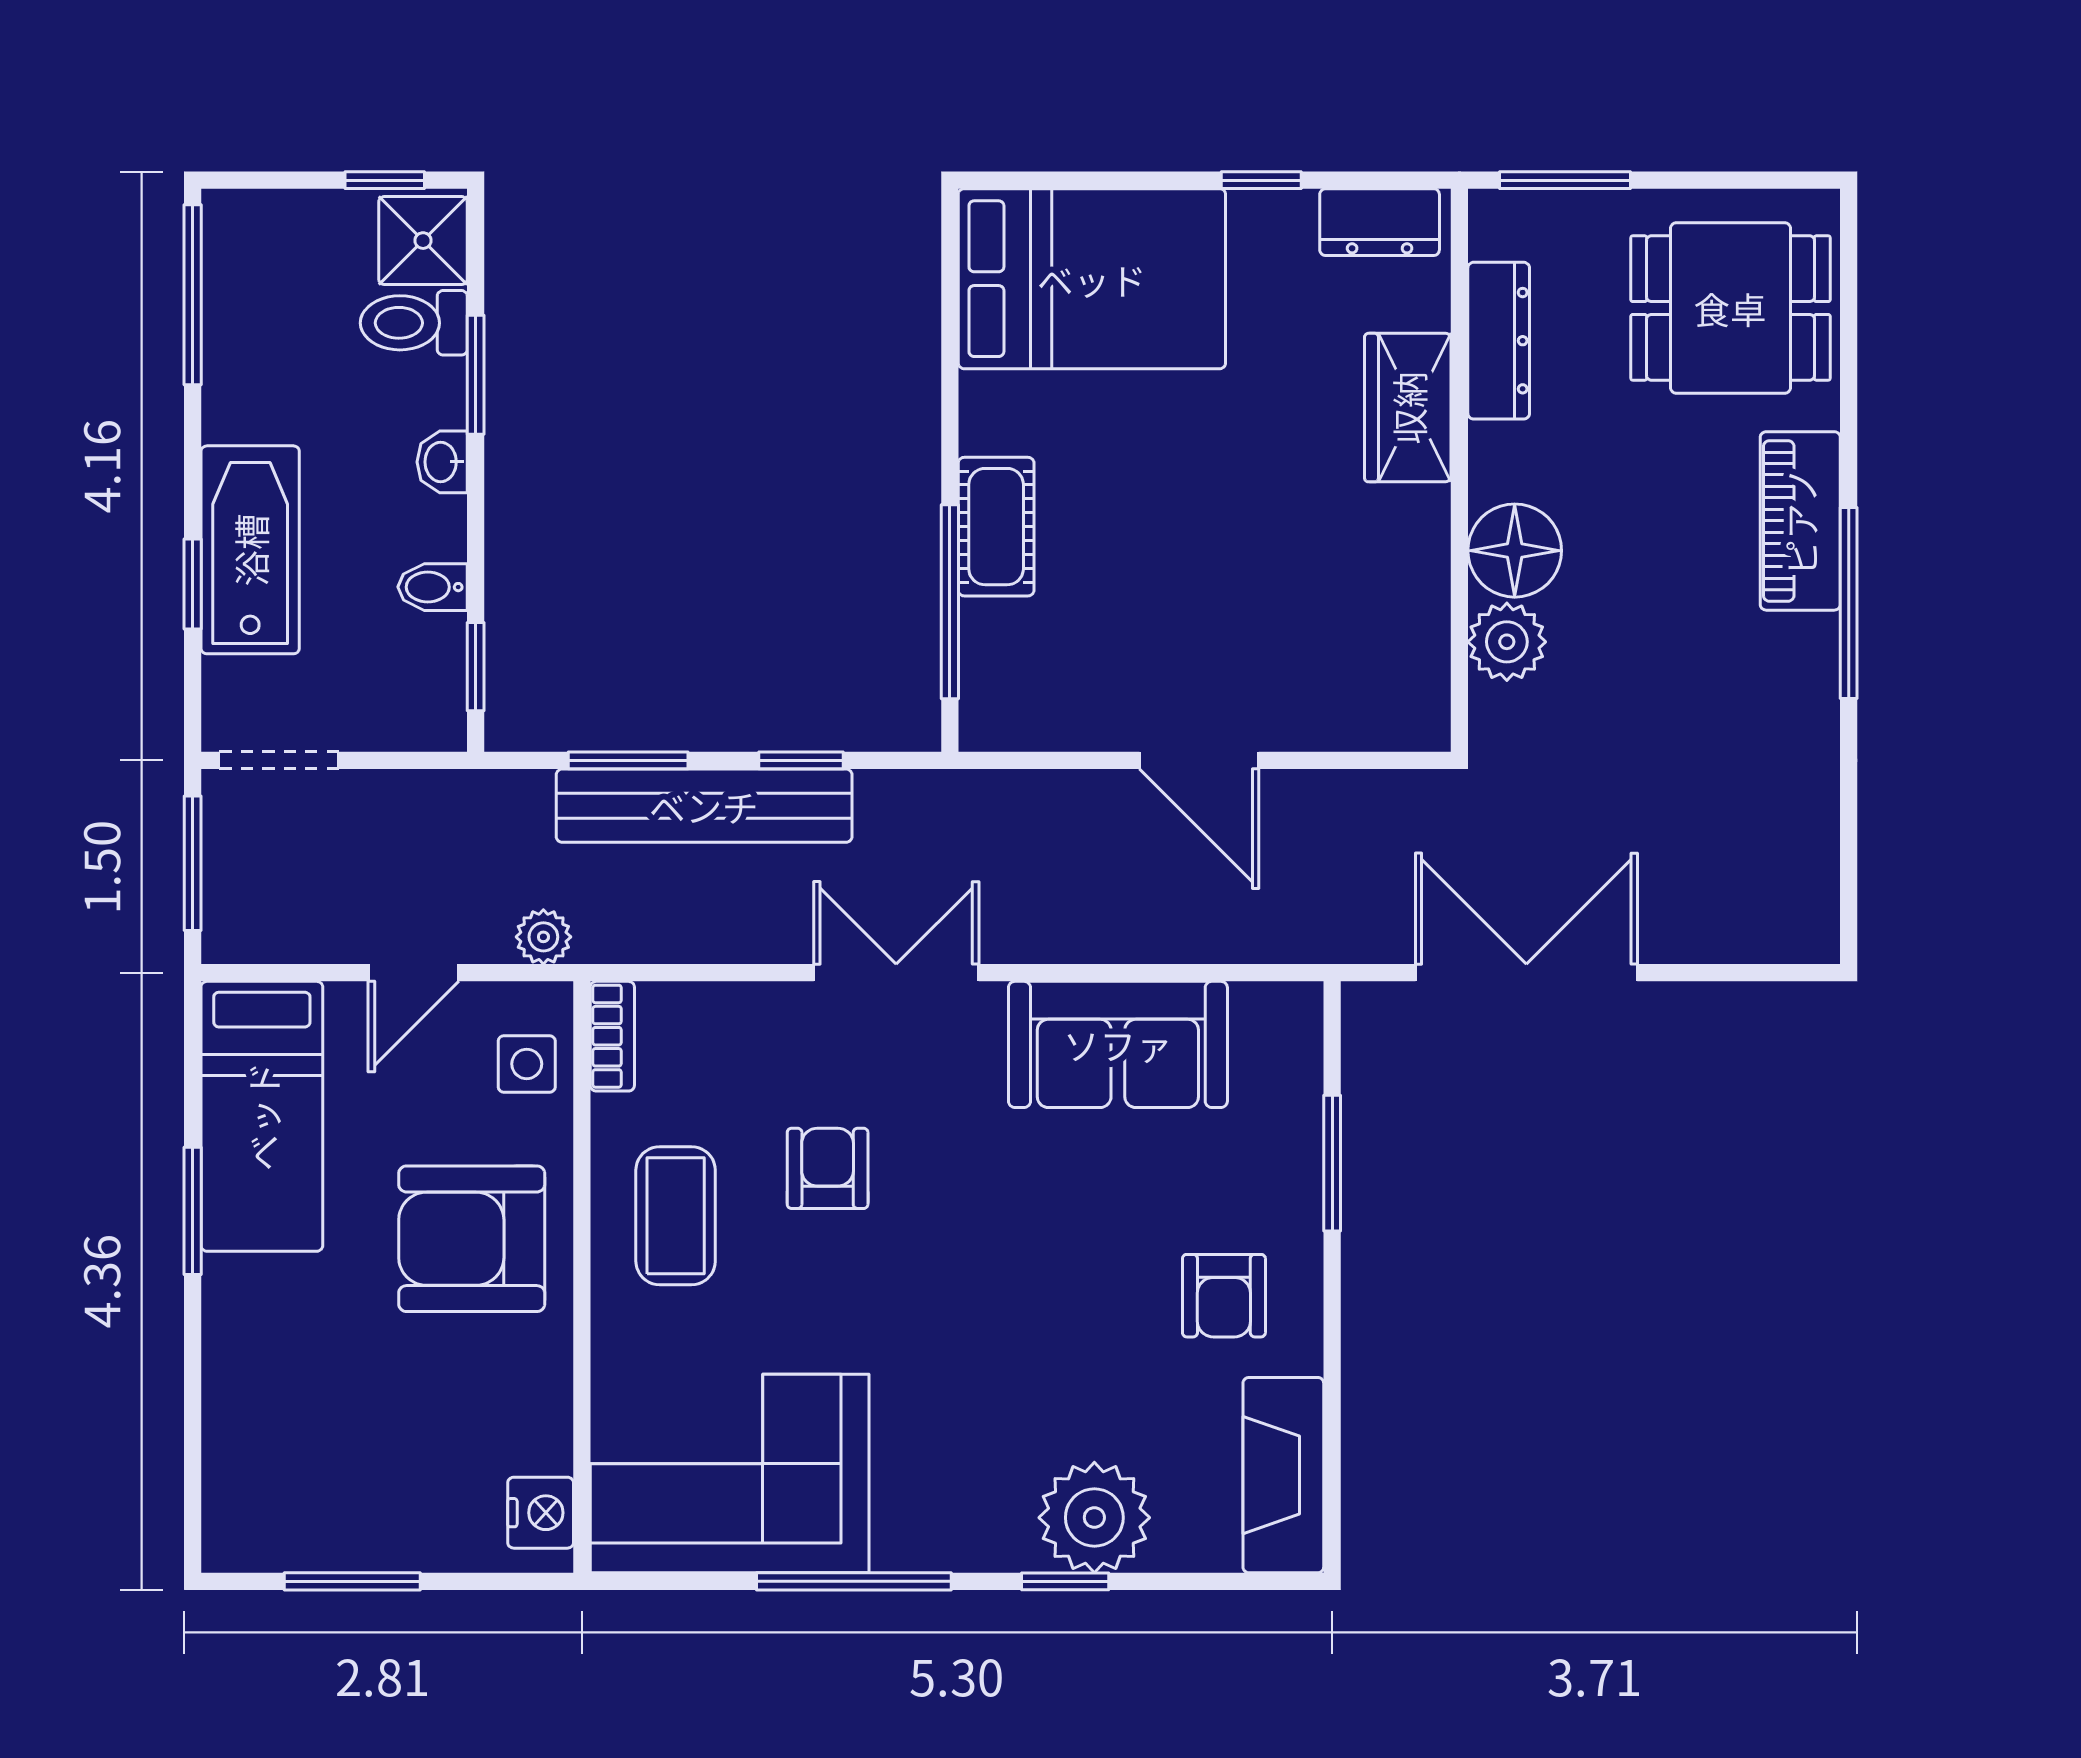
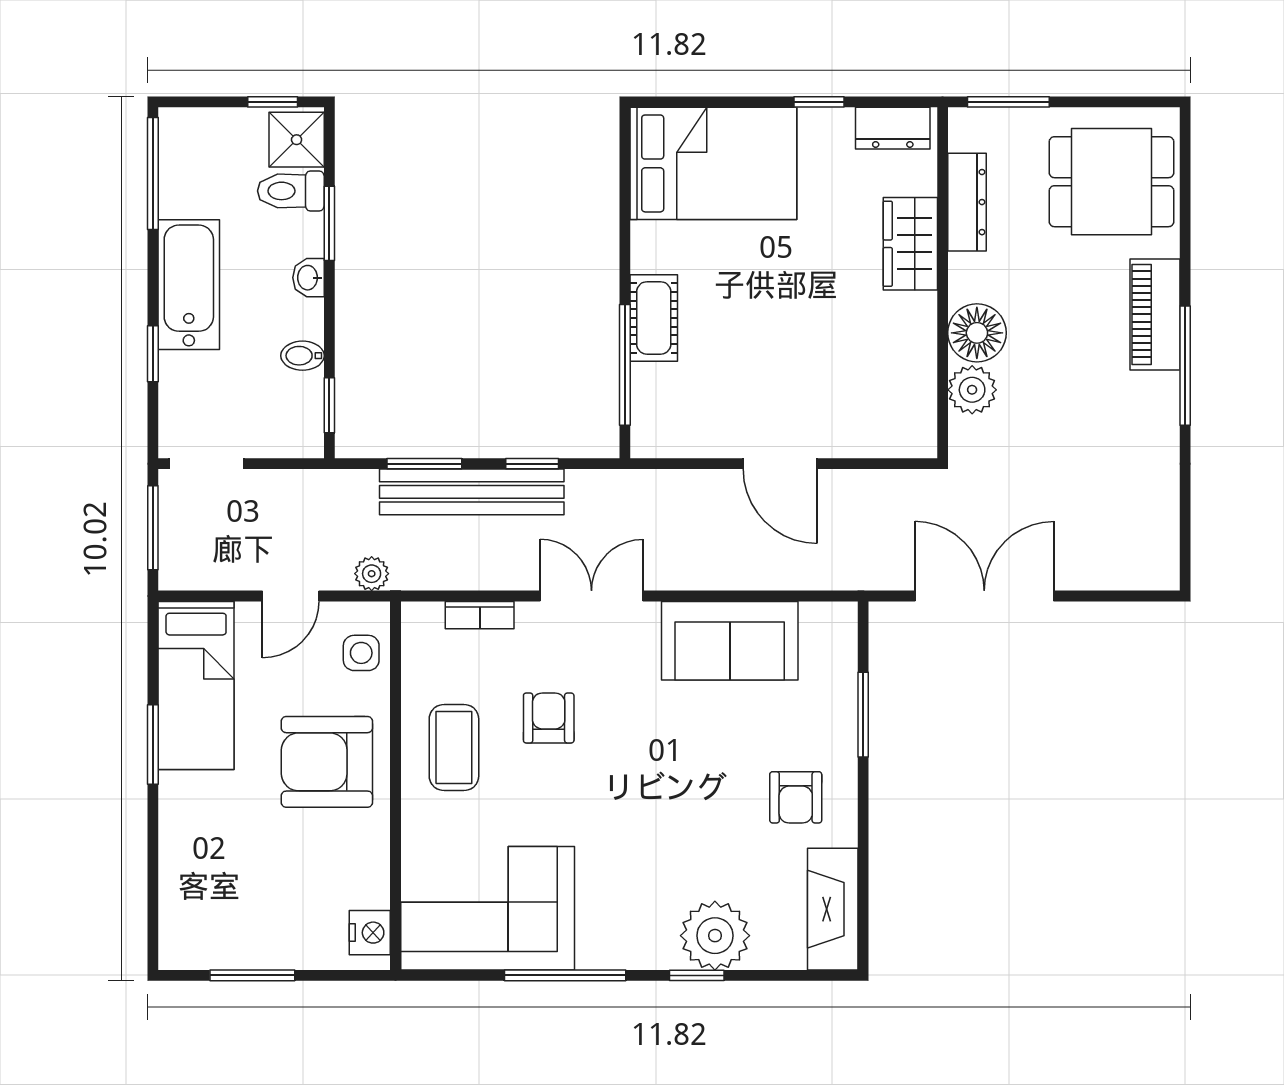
bathtub: (250, 550) -> (189, 285), moved
bookcase: (612, 1036) -> (480, 615), moved, turned 90

